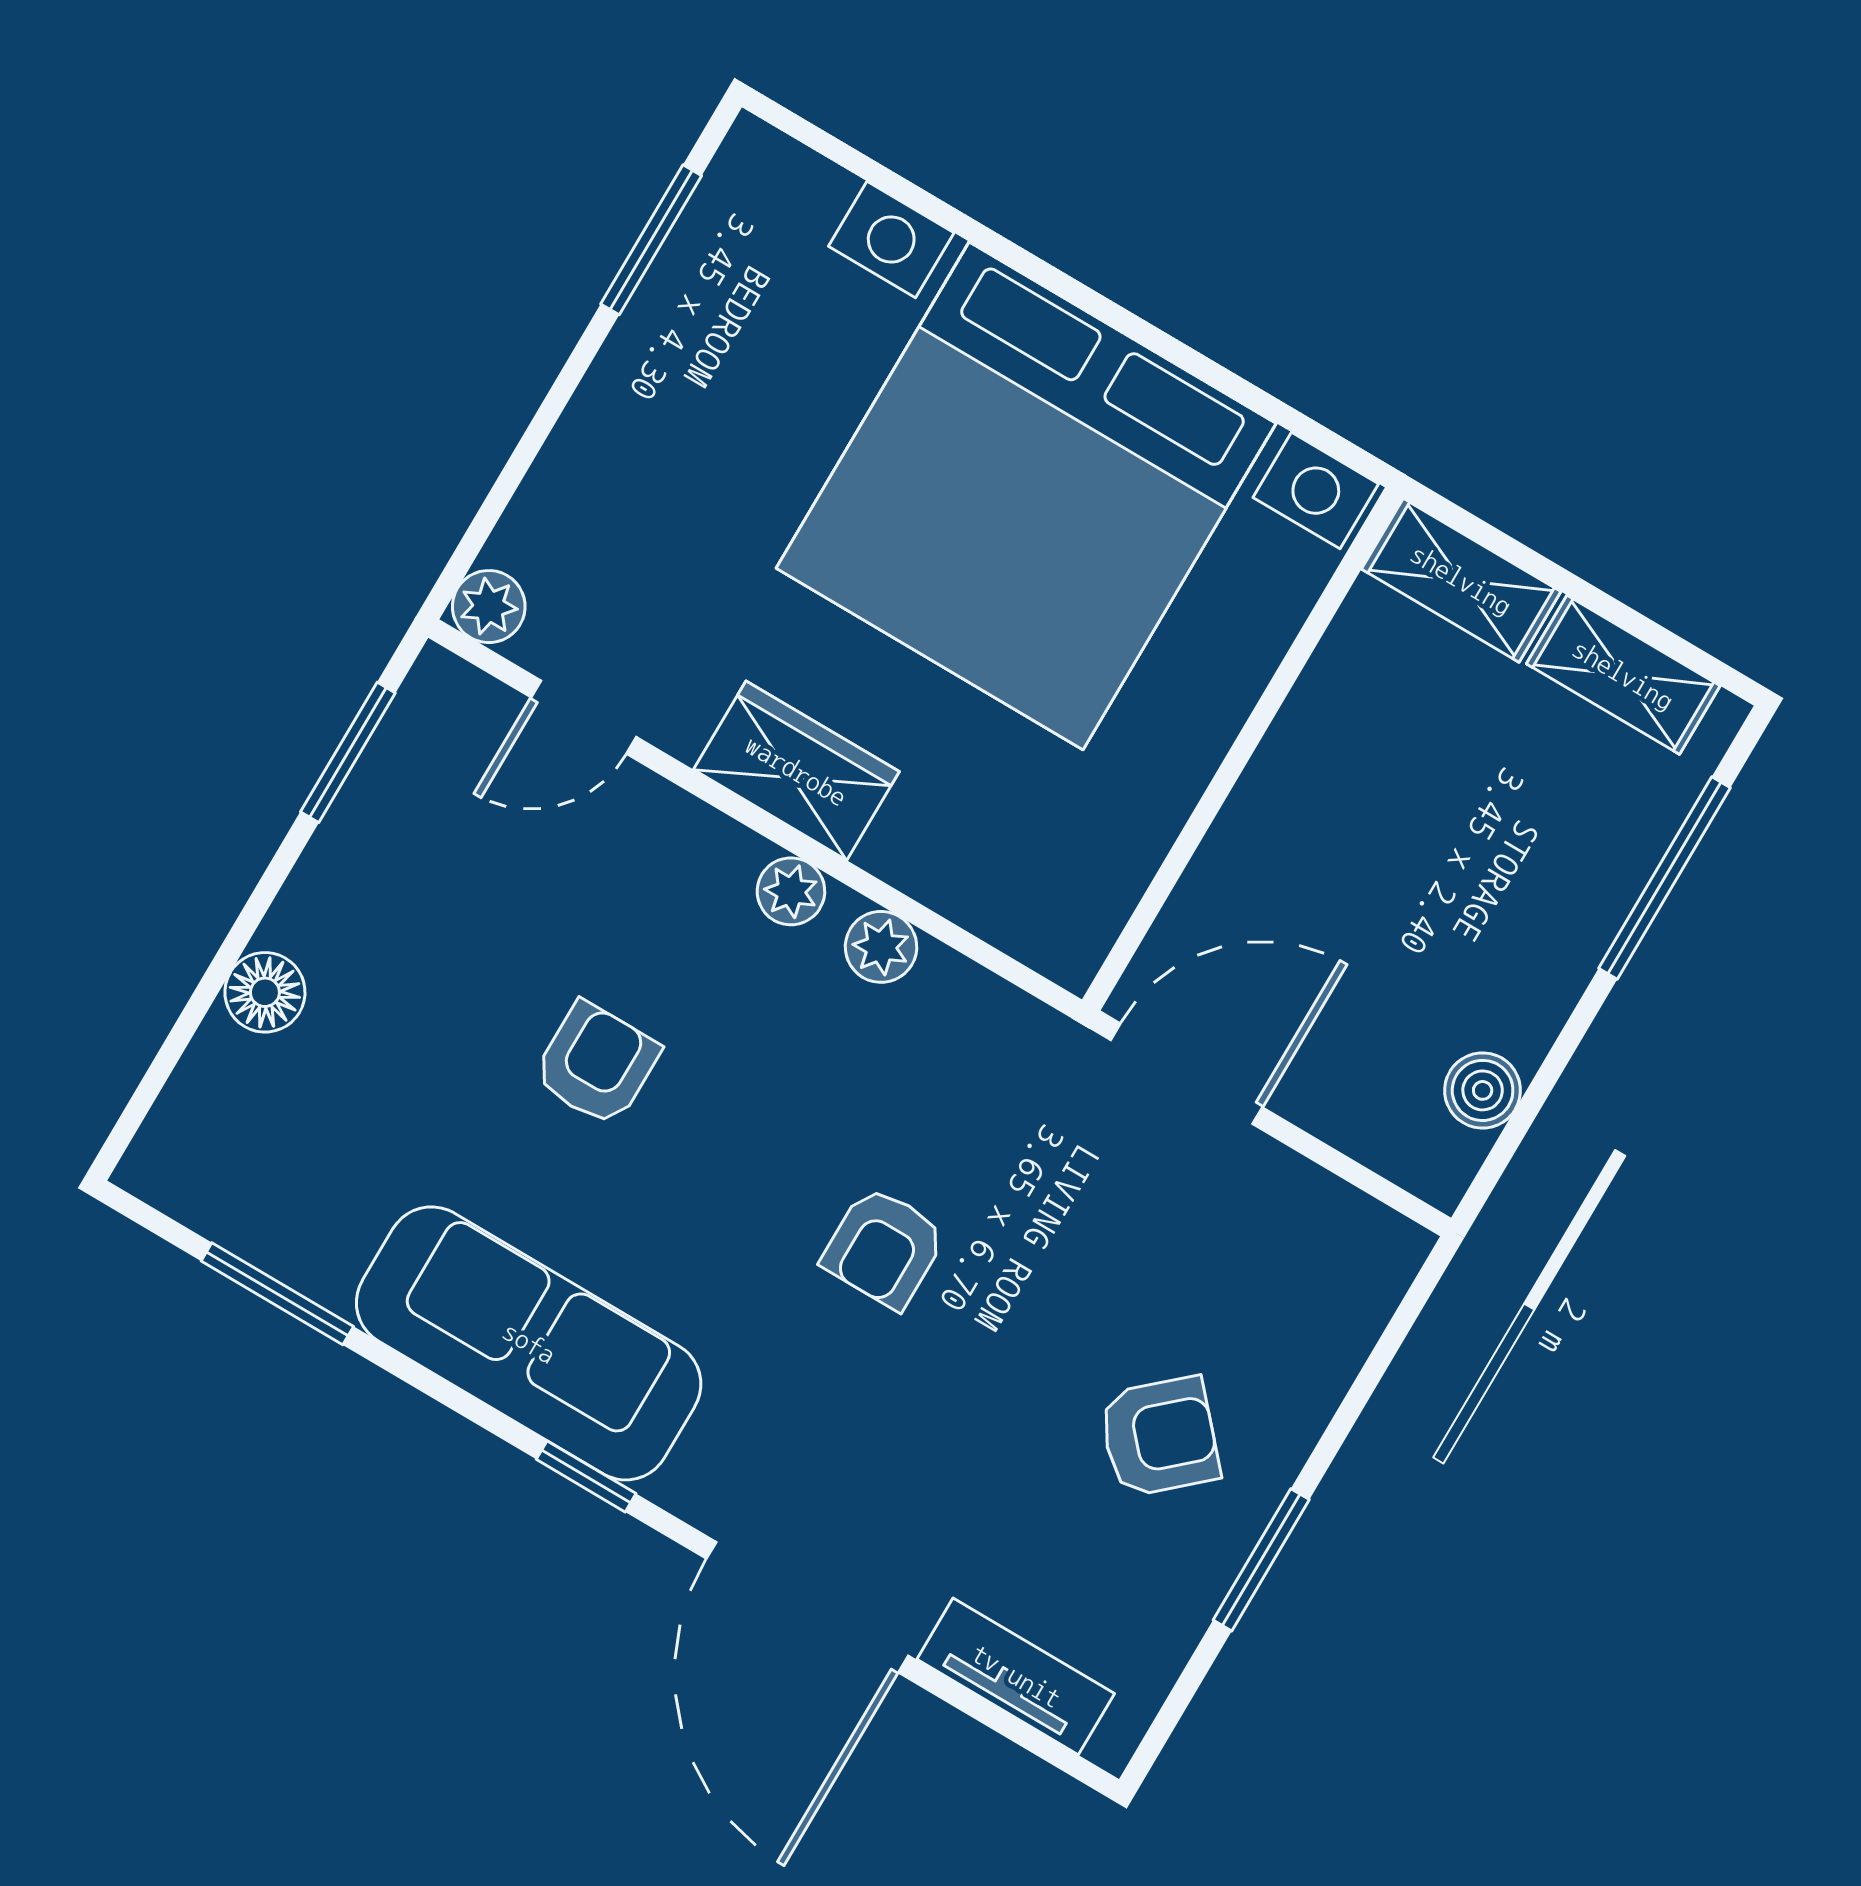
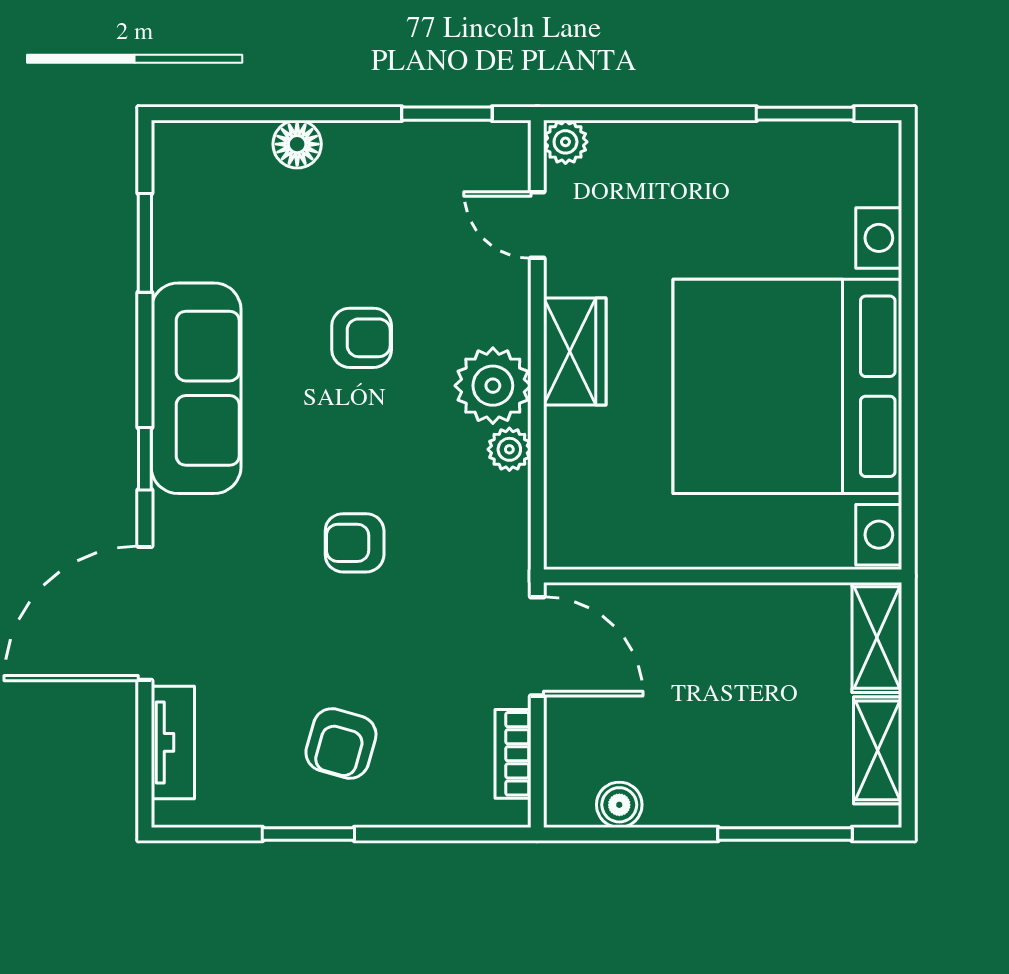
plant: (791, 891) -> (493, 386), width x1.87, depth x1.87
bookcase: (1320, 1199) -> (513, 754), added
armchair: (1159, 1437) -> (341, 744), turned 58

